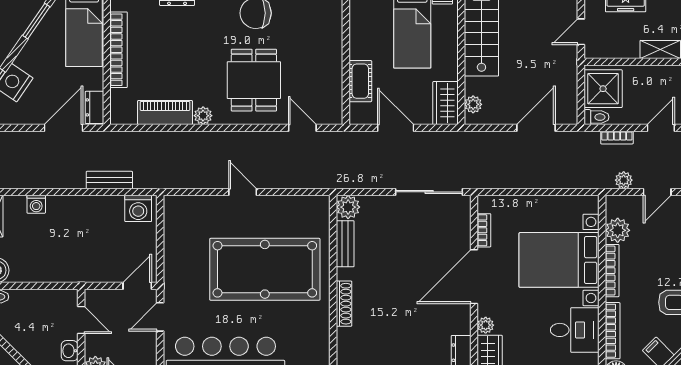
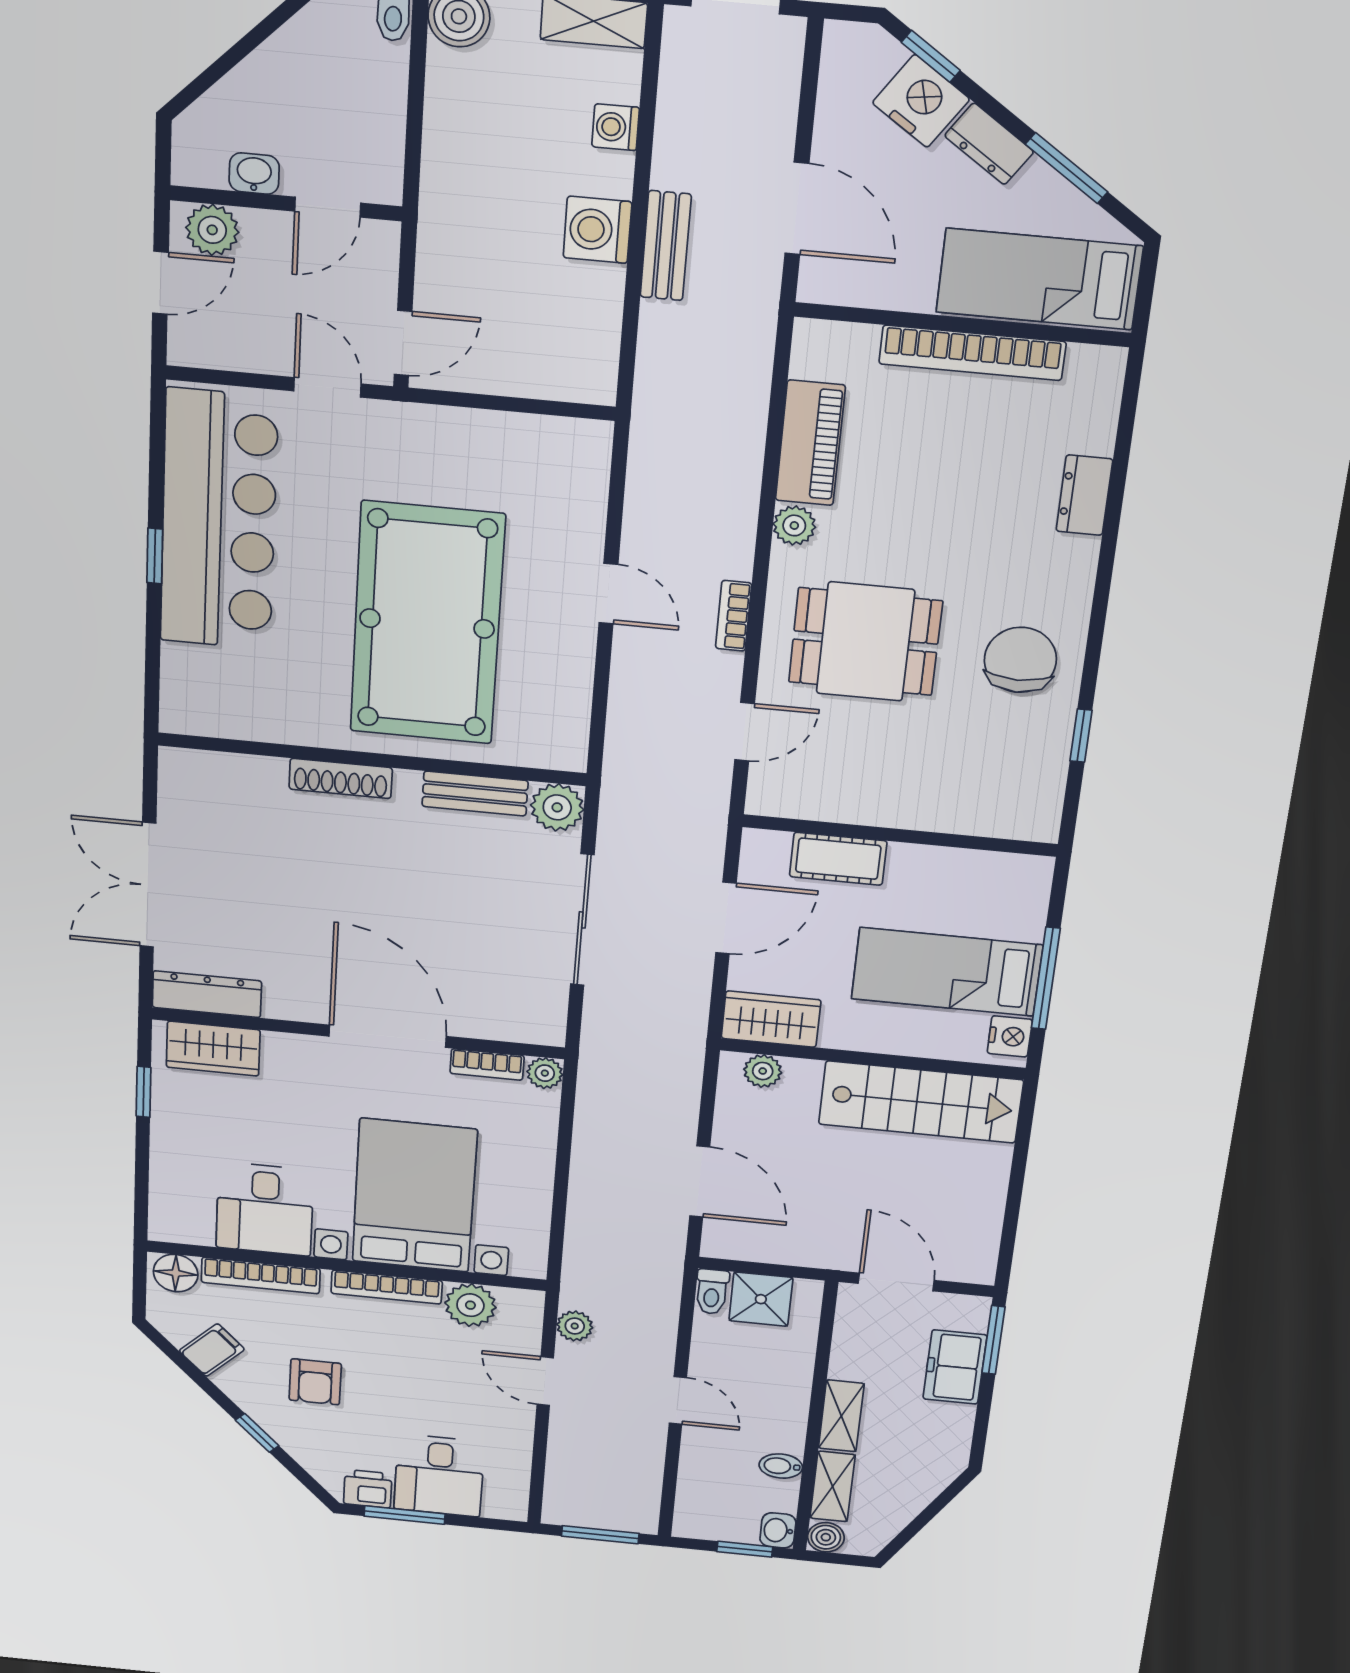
door: (581, 32) -> (896, 1282), width x1.37
shower: (603, 89) -> (761, 1299), width x0.73, depth x0.73
dresser: (94, 107) -> (989, 144), moved, turned -146
bookcase: (617, 138) -> (734, 616), moved
bench: (109, 180) -> (666, 246), moved
door: (243, 192) -> (608, 594), hinge flipped
sliding door: (429, 192) -> (582, 920), moved
washing machine: (138, 208) -> (597, 230), moved
door: (137, 286) -> (403, 343), hinge flipped
plant: (486, 325) -> (545, 1073), moved

